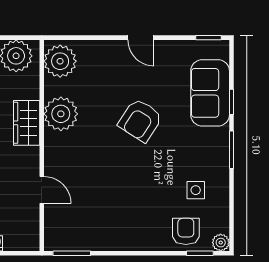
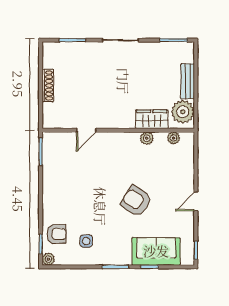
plant: (60, 61) -> (173, 138), width x0.53, depth x0.53
plant: (61, 114) -> (147, 138), width x0.53, depth x0.53
wardrobe: (27, 123) -> (152, 119), moved

